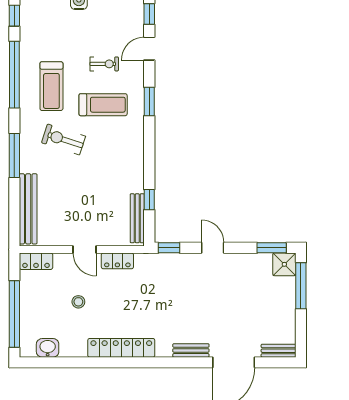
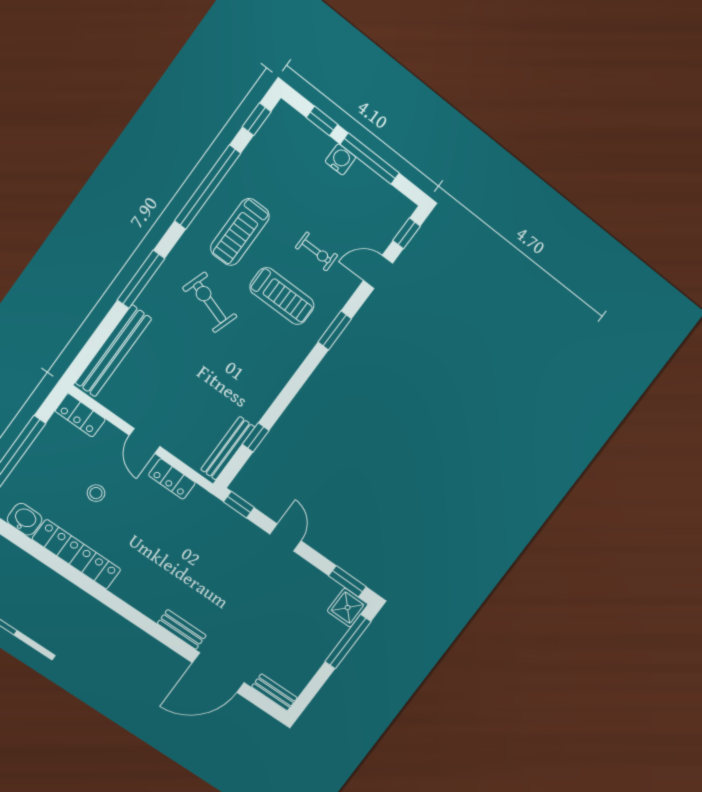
locker: (121, 348) -> (77, 554), moved

